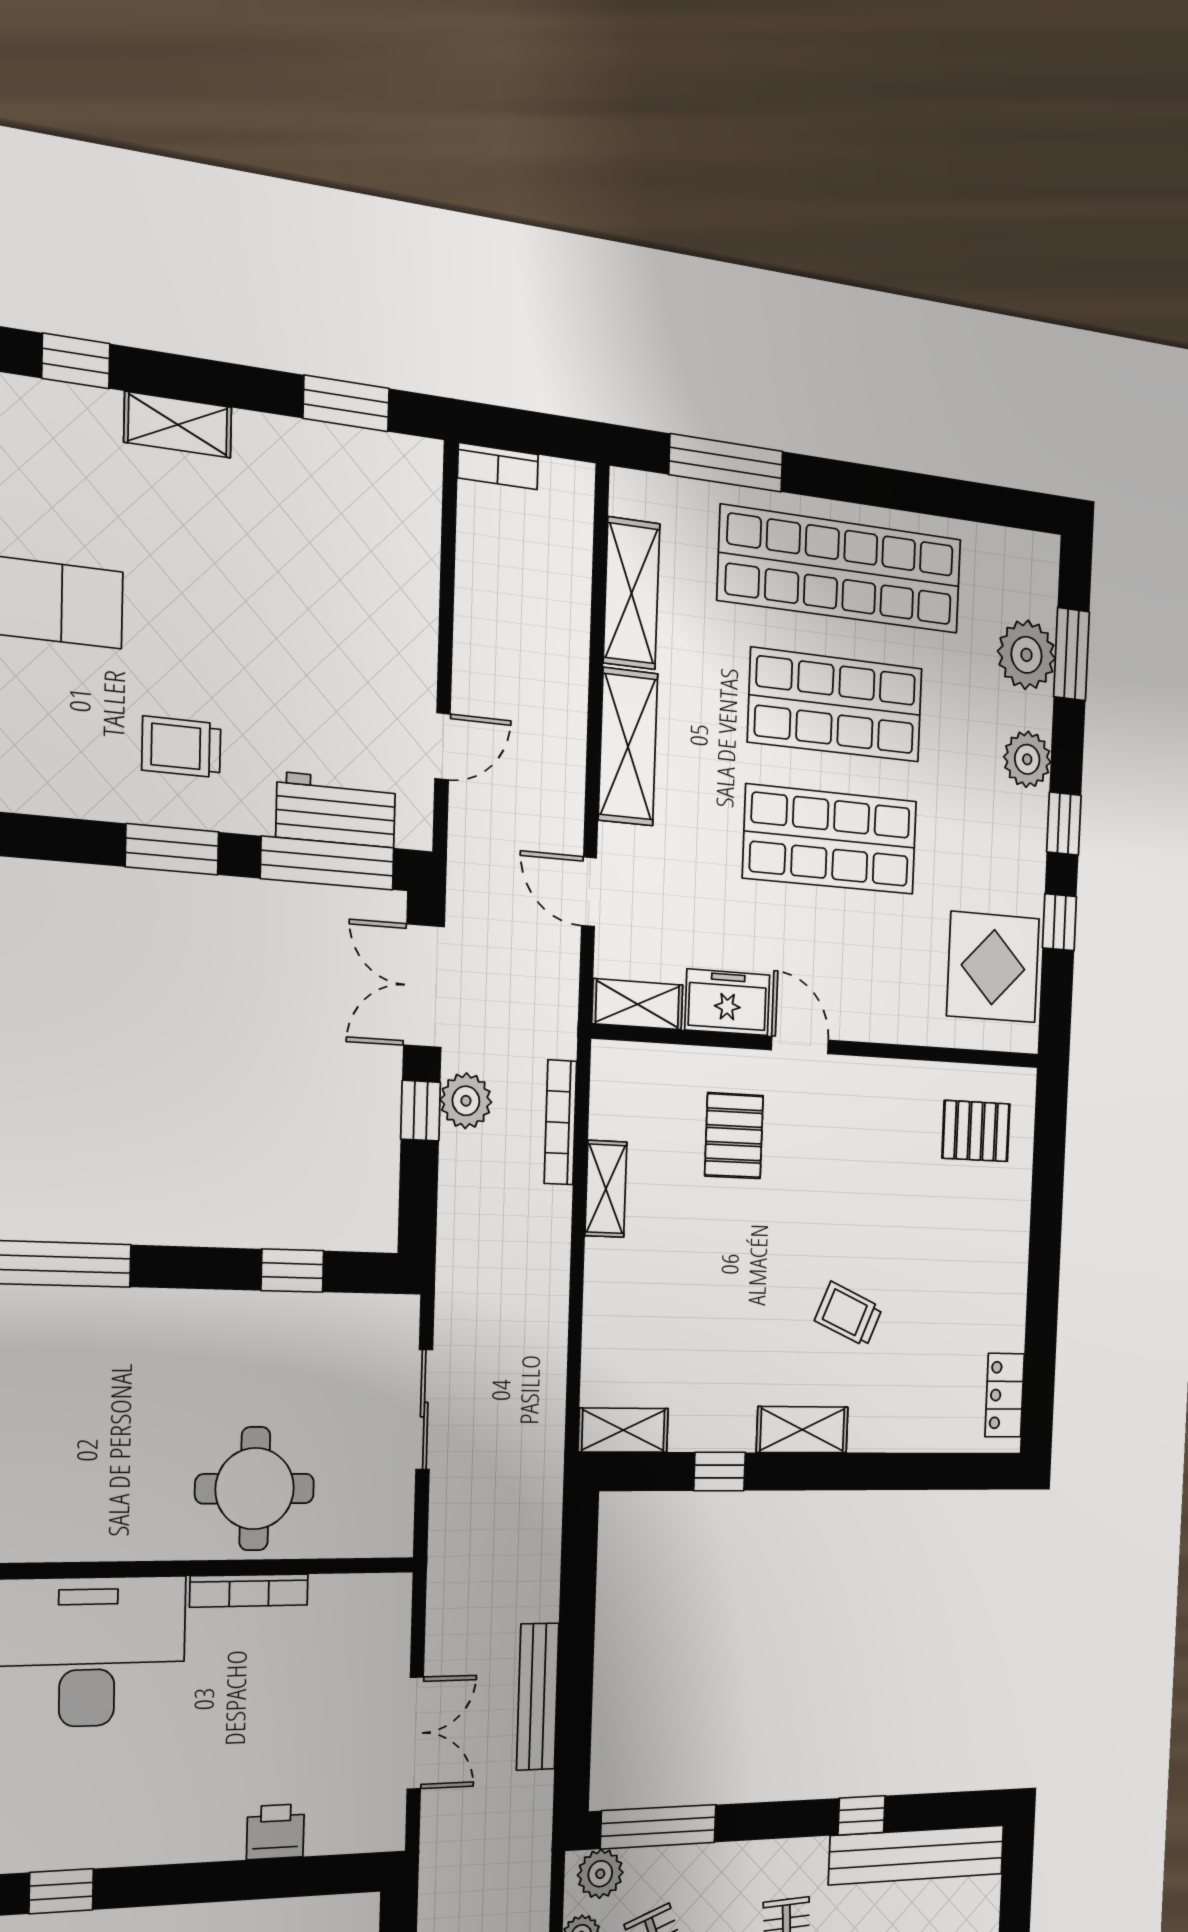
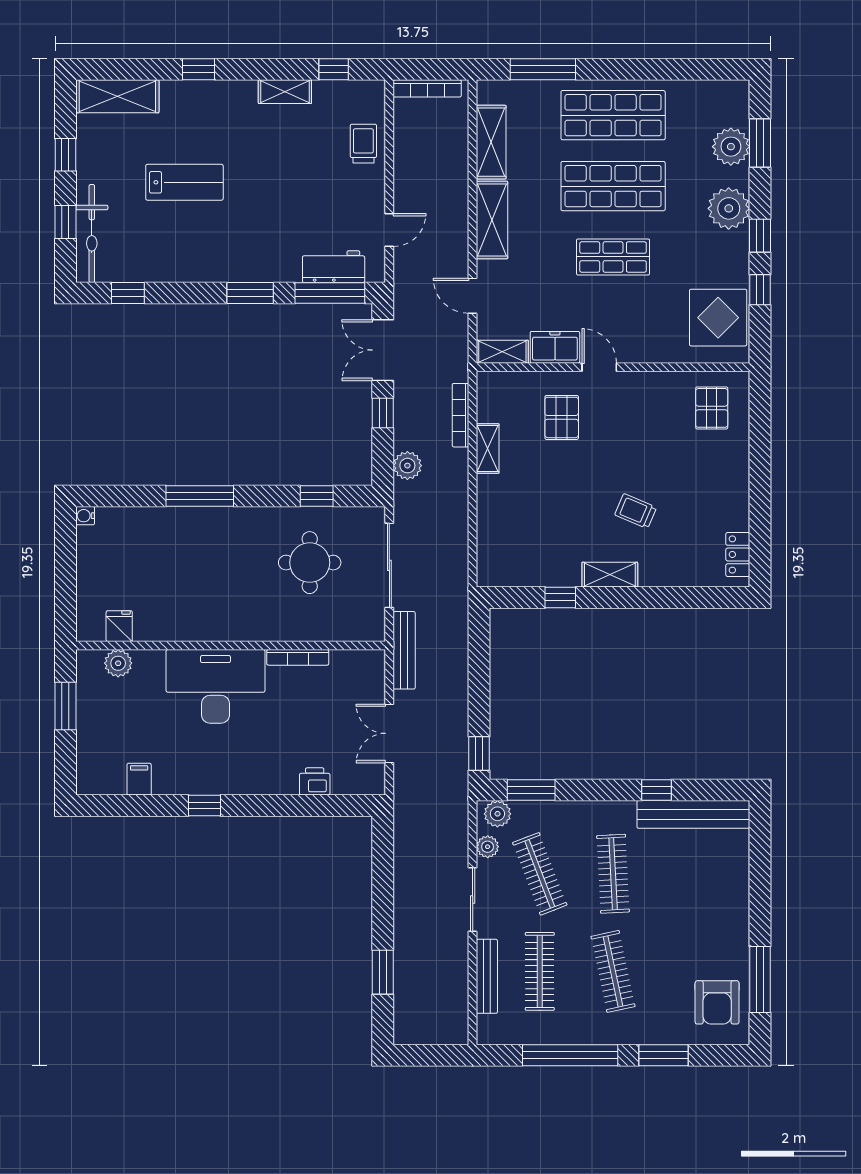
window: (346, 403) -> (334, 69), width x0.67
shelving: (178, 425) -> (285, 92), moved
bookcase: (498, 466) -> (427, 88), width x1.56
shop shelf: (841, 570) -> (613, 115), width x0.71
trolley: (181, 747) -> (363, 144), moved, turned 90
plant: (1027, 759) -> (729, 208), width x1.36, depth x1.36
shop shelf: (830, 839) -> (613, 257), width x0.70, depth x0.74
plant: (466, 1101) -> (407, 466), moved
pallet: (976, 1131) -> (712, 408), turned 90
sliding door: (424, 1410) -> (389, 565), width x1.37
shelving: (623, 1430) -> (502, 575), removed
round table: (255, 1489) -> (310, 563), moved
bench: (538, 1697) -> (404, 650), moved
double door: (415, 1733) -> (389, 733), swing flipped
window: (572, 1764) -> (479, 753), added
window: (658, 1827) -> (531, 790), width x0.69

